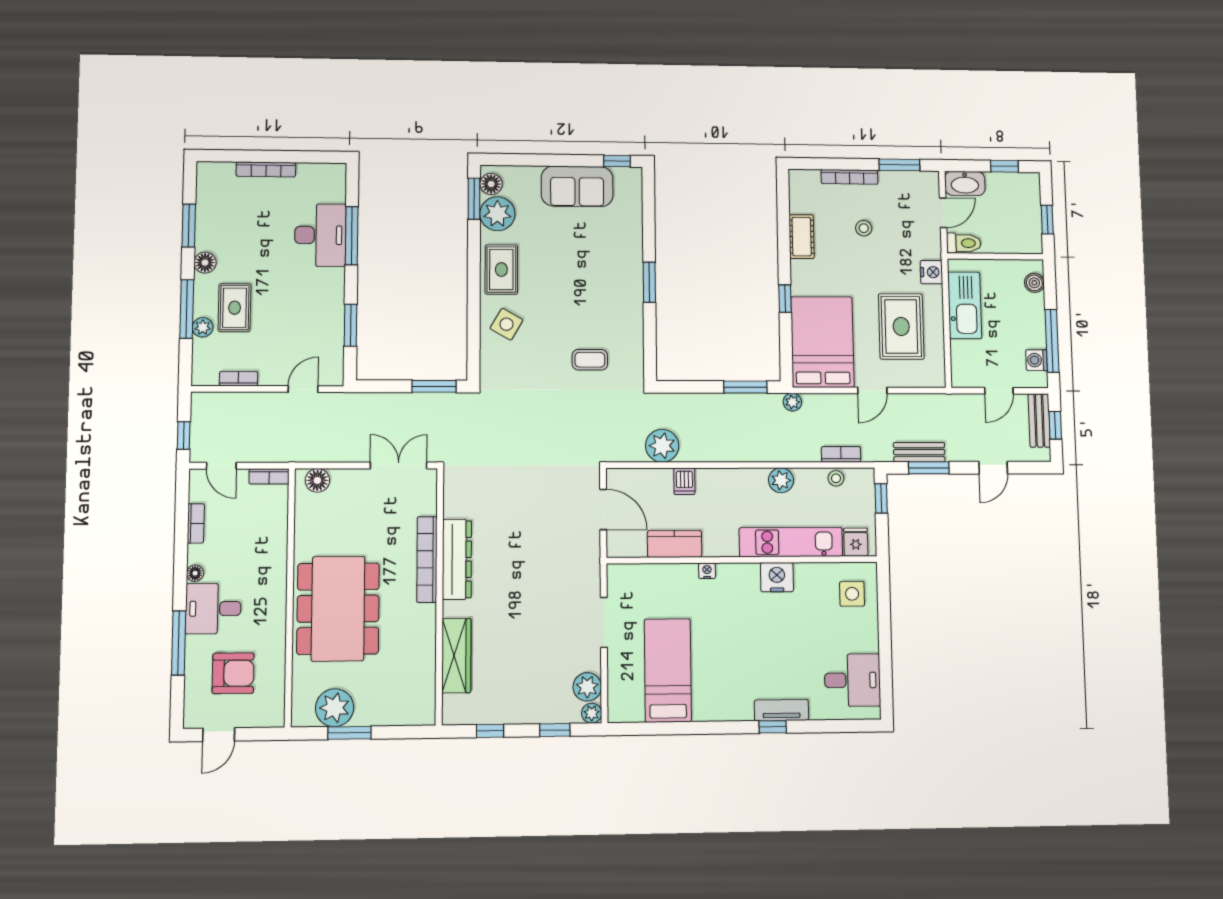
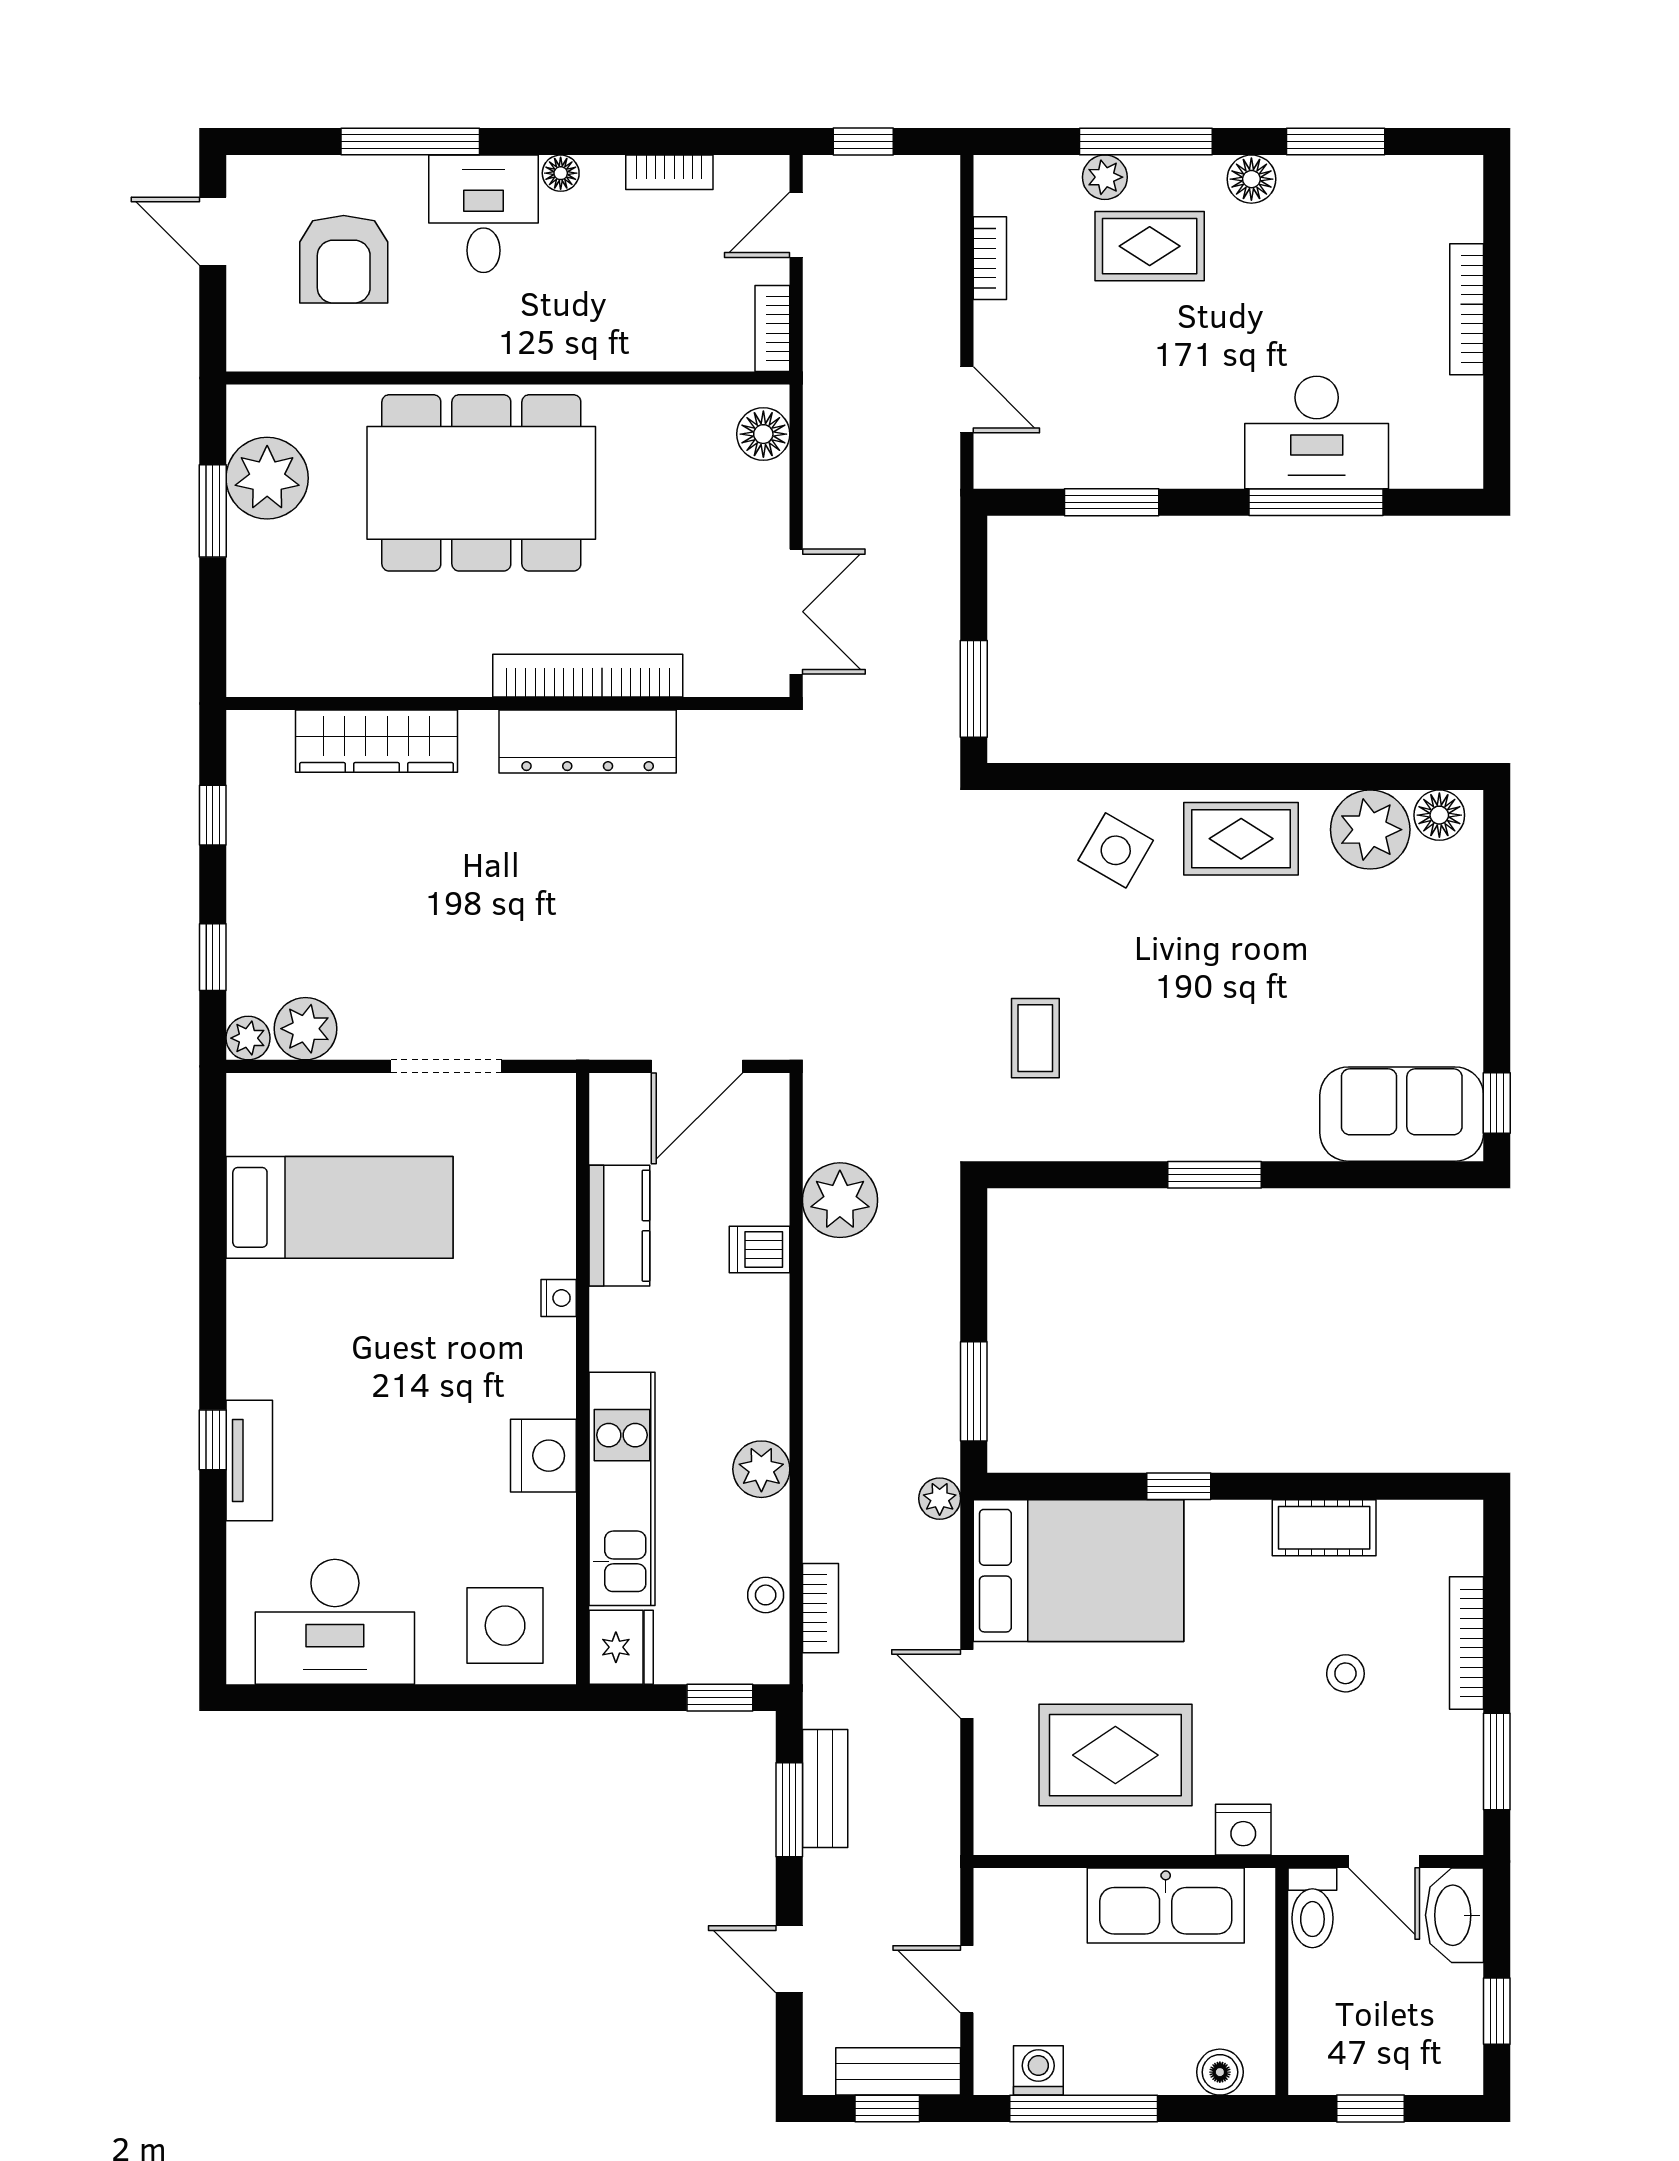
sofa: (577, 186) -> (1402, 1114), moved, turned 90
window: (474, 199) -> (1405, 777), removed
fridge: (856, 542) -> (621, 1647), width x1.38
side table: (852, 594) -> (505, 1626), width x1.37, depth x1.37
desk: (852, 680) -> (335, 1622), width x1.37

